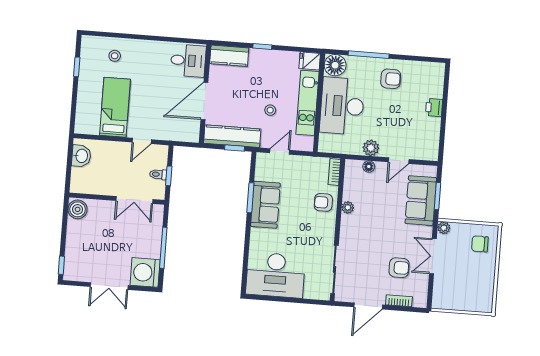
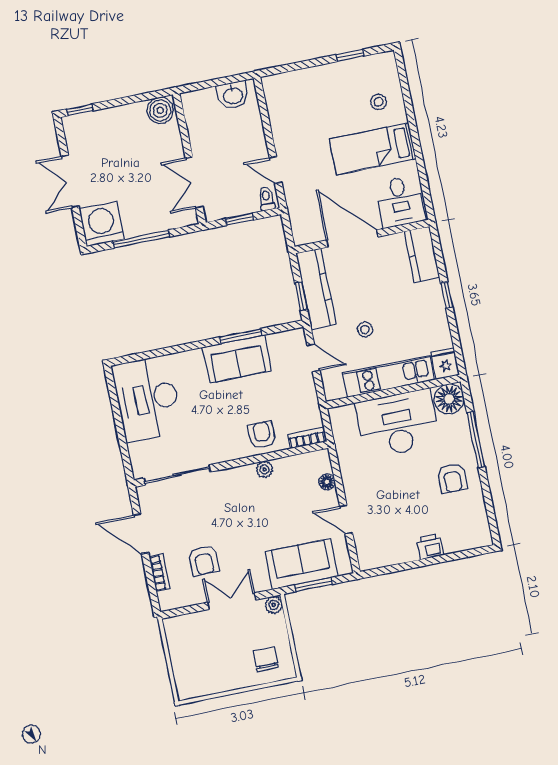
bed: (115, 107) -> (373, 149), moved, turned 180
plant: (371, 148) -> (353, 478), removed
toilet: (158, 174) -> (266, 199), moved

